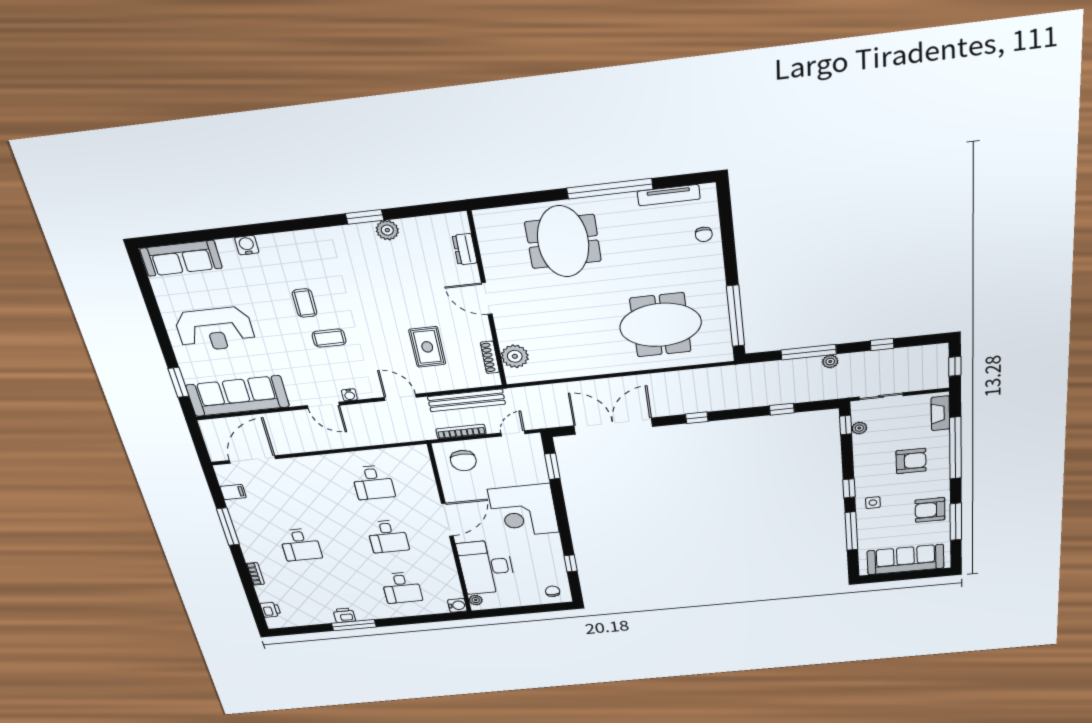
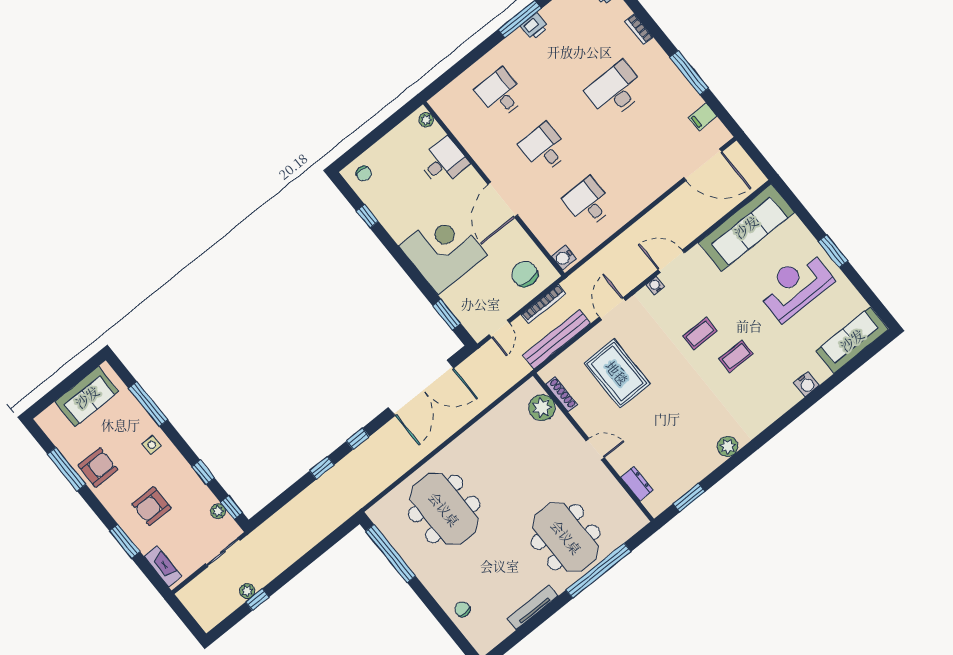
window: (610, 189) -> (599, 571), moved
tv unit: (669, 195) -> (533, 607), moved
window: (365, 217) -> (689, 498), moved
plant: (387, 230) -> (728, 446), moved
door: (487, 298) -> (595, 449), width x0.73
coffee table: (305, 303) -> (736, 356), turned 90
meeting table: (661, 325) -> (444, 509), turned 90
rug: (427, 347) -> (617, 373), width x1.36, depth x1.43
window: (809, 352) -> (310, 557), removed
plant: (830, 361) -> (247, 591), moved
window: (955, 366) -> (185, 616), removed
window: (178, 382) -> (833, 251), moved
door: (400, 397) -> (612, 309), swing flipped
window: (782, 409) -> (322, 468), moved
window: (955, 448) -> (125, 541), width x0.47
door: (252, 460) -> (703, 165), hinge flipped
window: (849, 488) -> (203, 472), moved
desk: (300, 545) -> (616, 90), width x1.37
sofa: (906, 560) -> (87, 397), width x0.73
desk: (486, 567) -> (443, 162), width x0.53, depth x0.77
water cooler: (457, 605) -> (564, 257), moved

